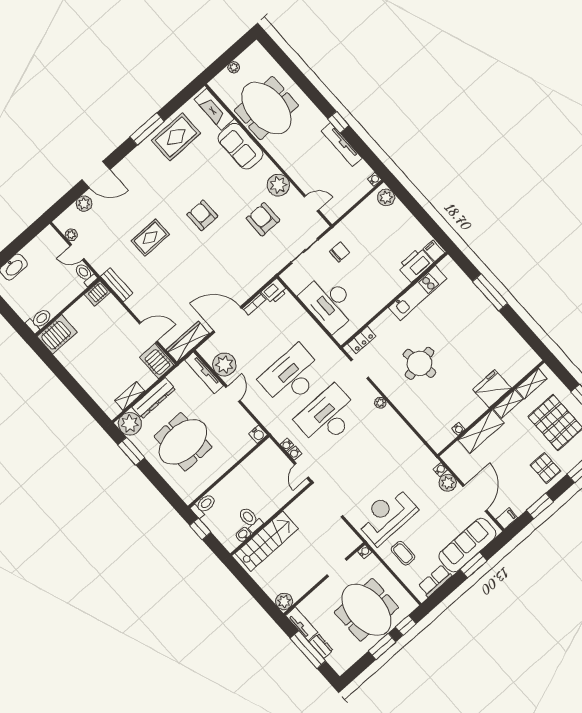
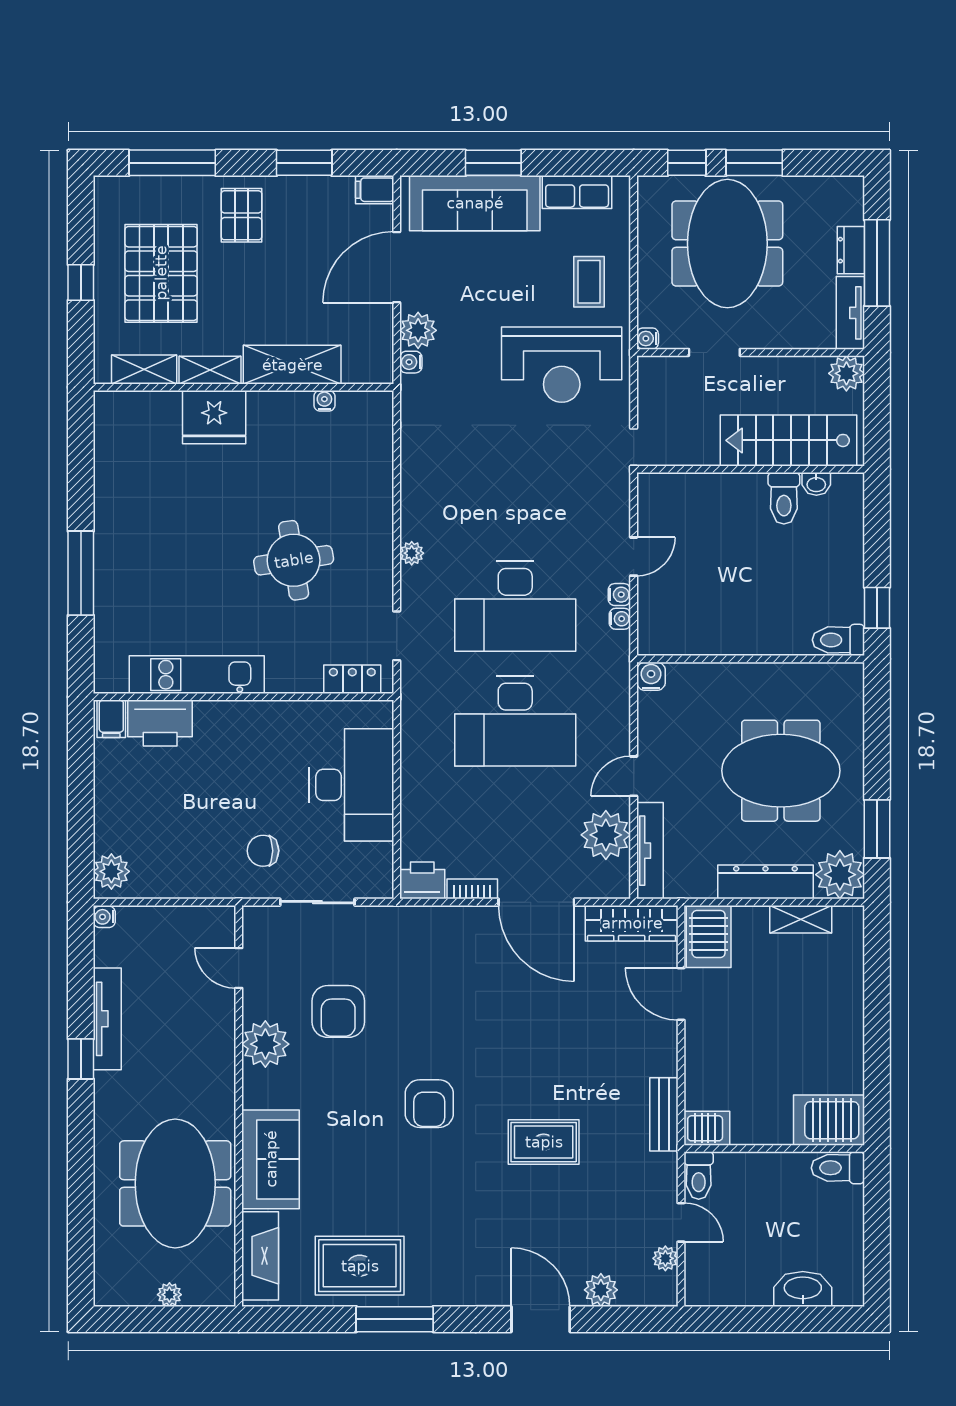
toilet: (250, 519) -> (784, 498), moved
wall: (271, 519) -> (751, 469), moved
washbasin: (243, 534) -> (816, 484), moved
stairs: (267, 541) -> (788, 440), moved

